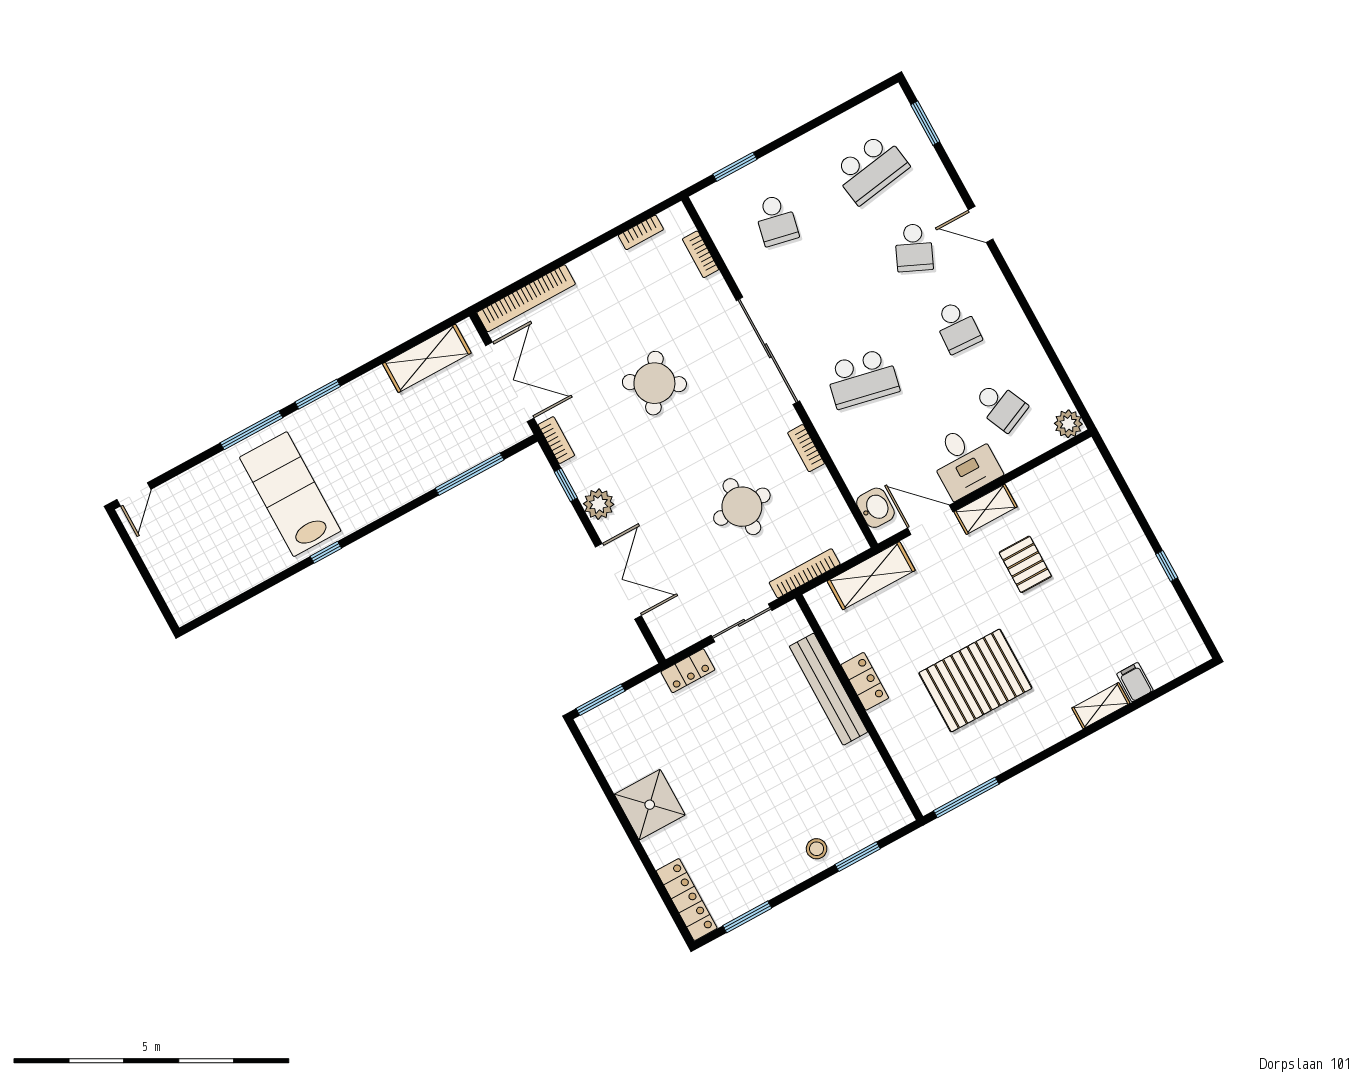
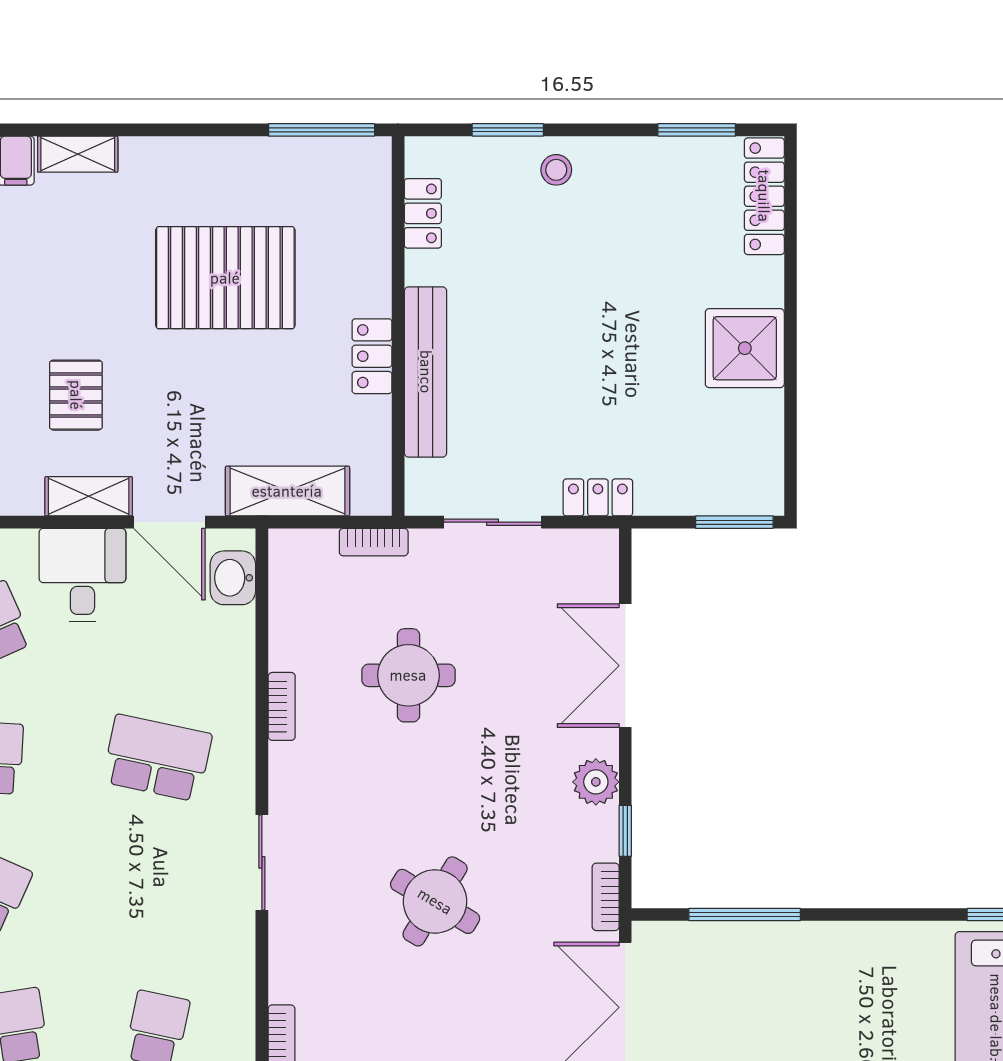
sliding door: (768, 351) -> (262, 862), width x0.54
bookcase: (805, 573) -> (374, 542), width x0.64
locker: (881, 781) -> (423, 213), added

